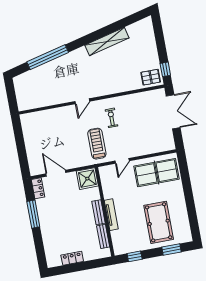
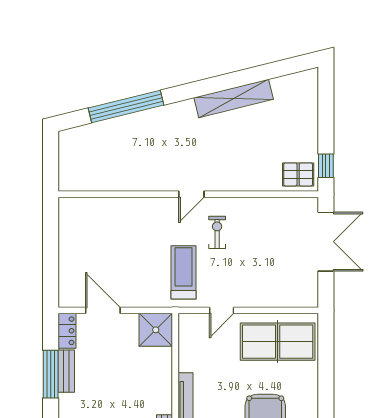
door: (82, 101) -> (191, 194), moved
bench: (99, 212) -> (66, 371), moved

